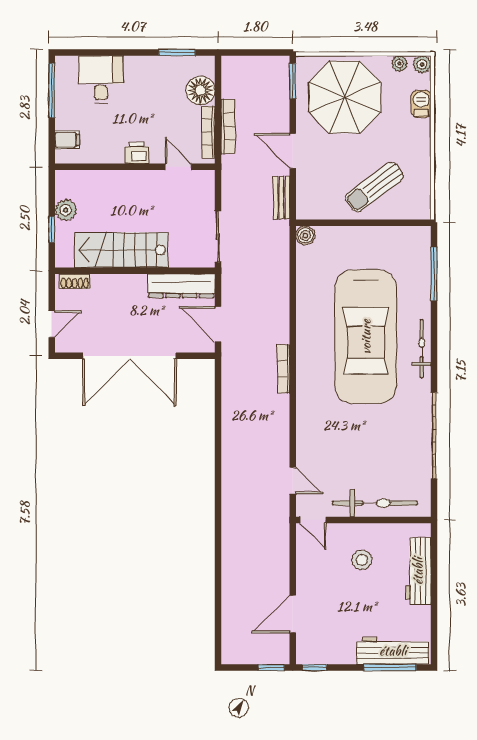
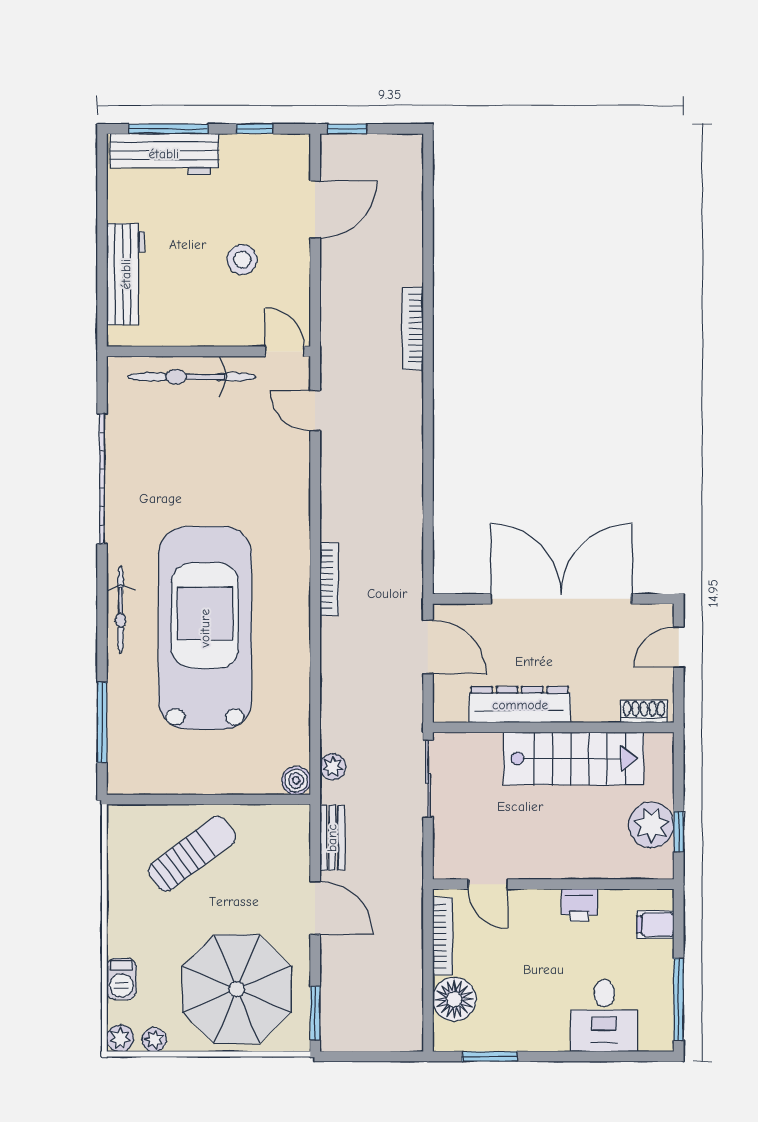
bookcase: (228, 126) -> (413, 328), moved
printer: (137, 153) -> (579, 905), moved
plant: (66, 210) -> (651, 825), width x1.36, depth x1.36
window: (52, 229) -> (679, 832), moved
plant: (281, 245) -> (333, 767), added
dresser: (181, 286) -> (520, 705), moved
stool: (362, 560) -> (242, 260), moved
window: (315, 667) -> (254, 129), moved

